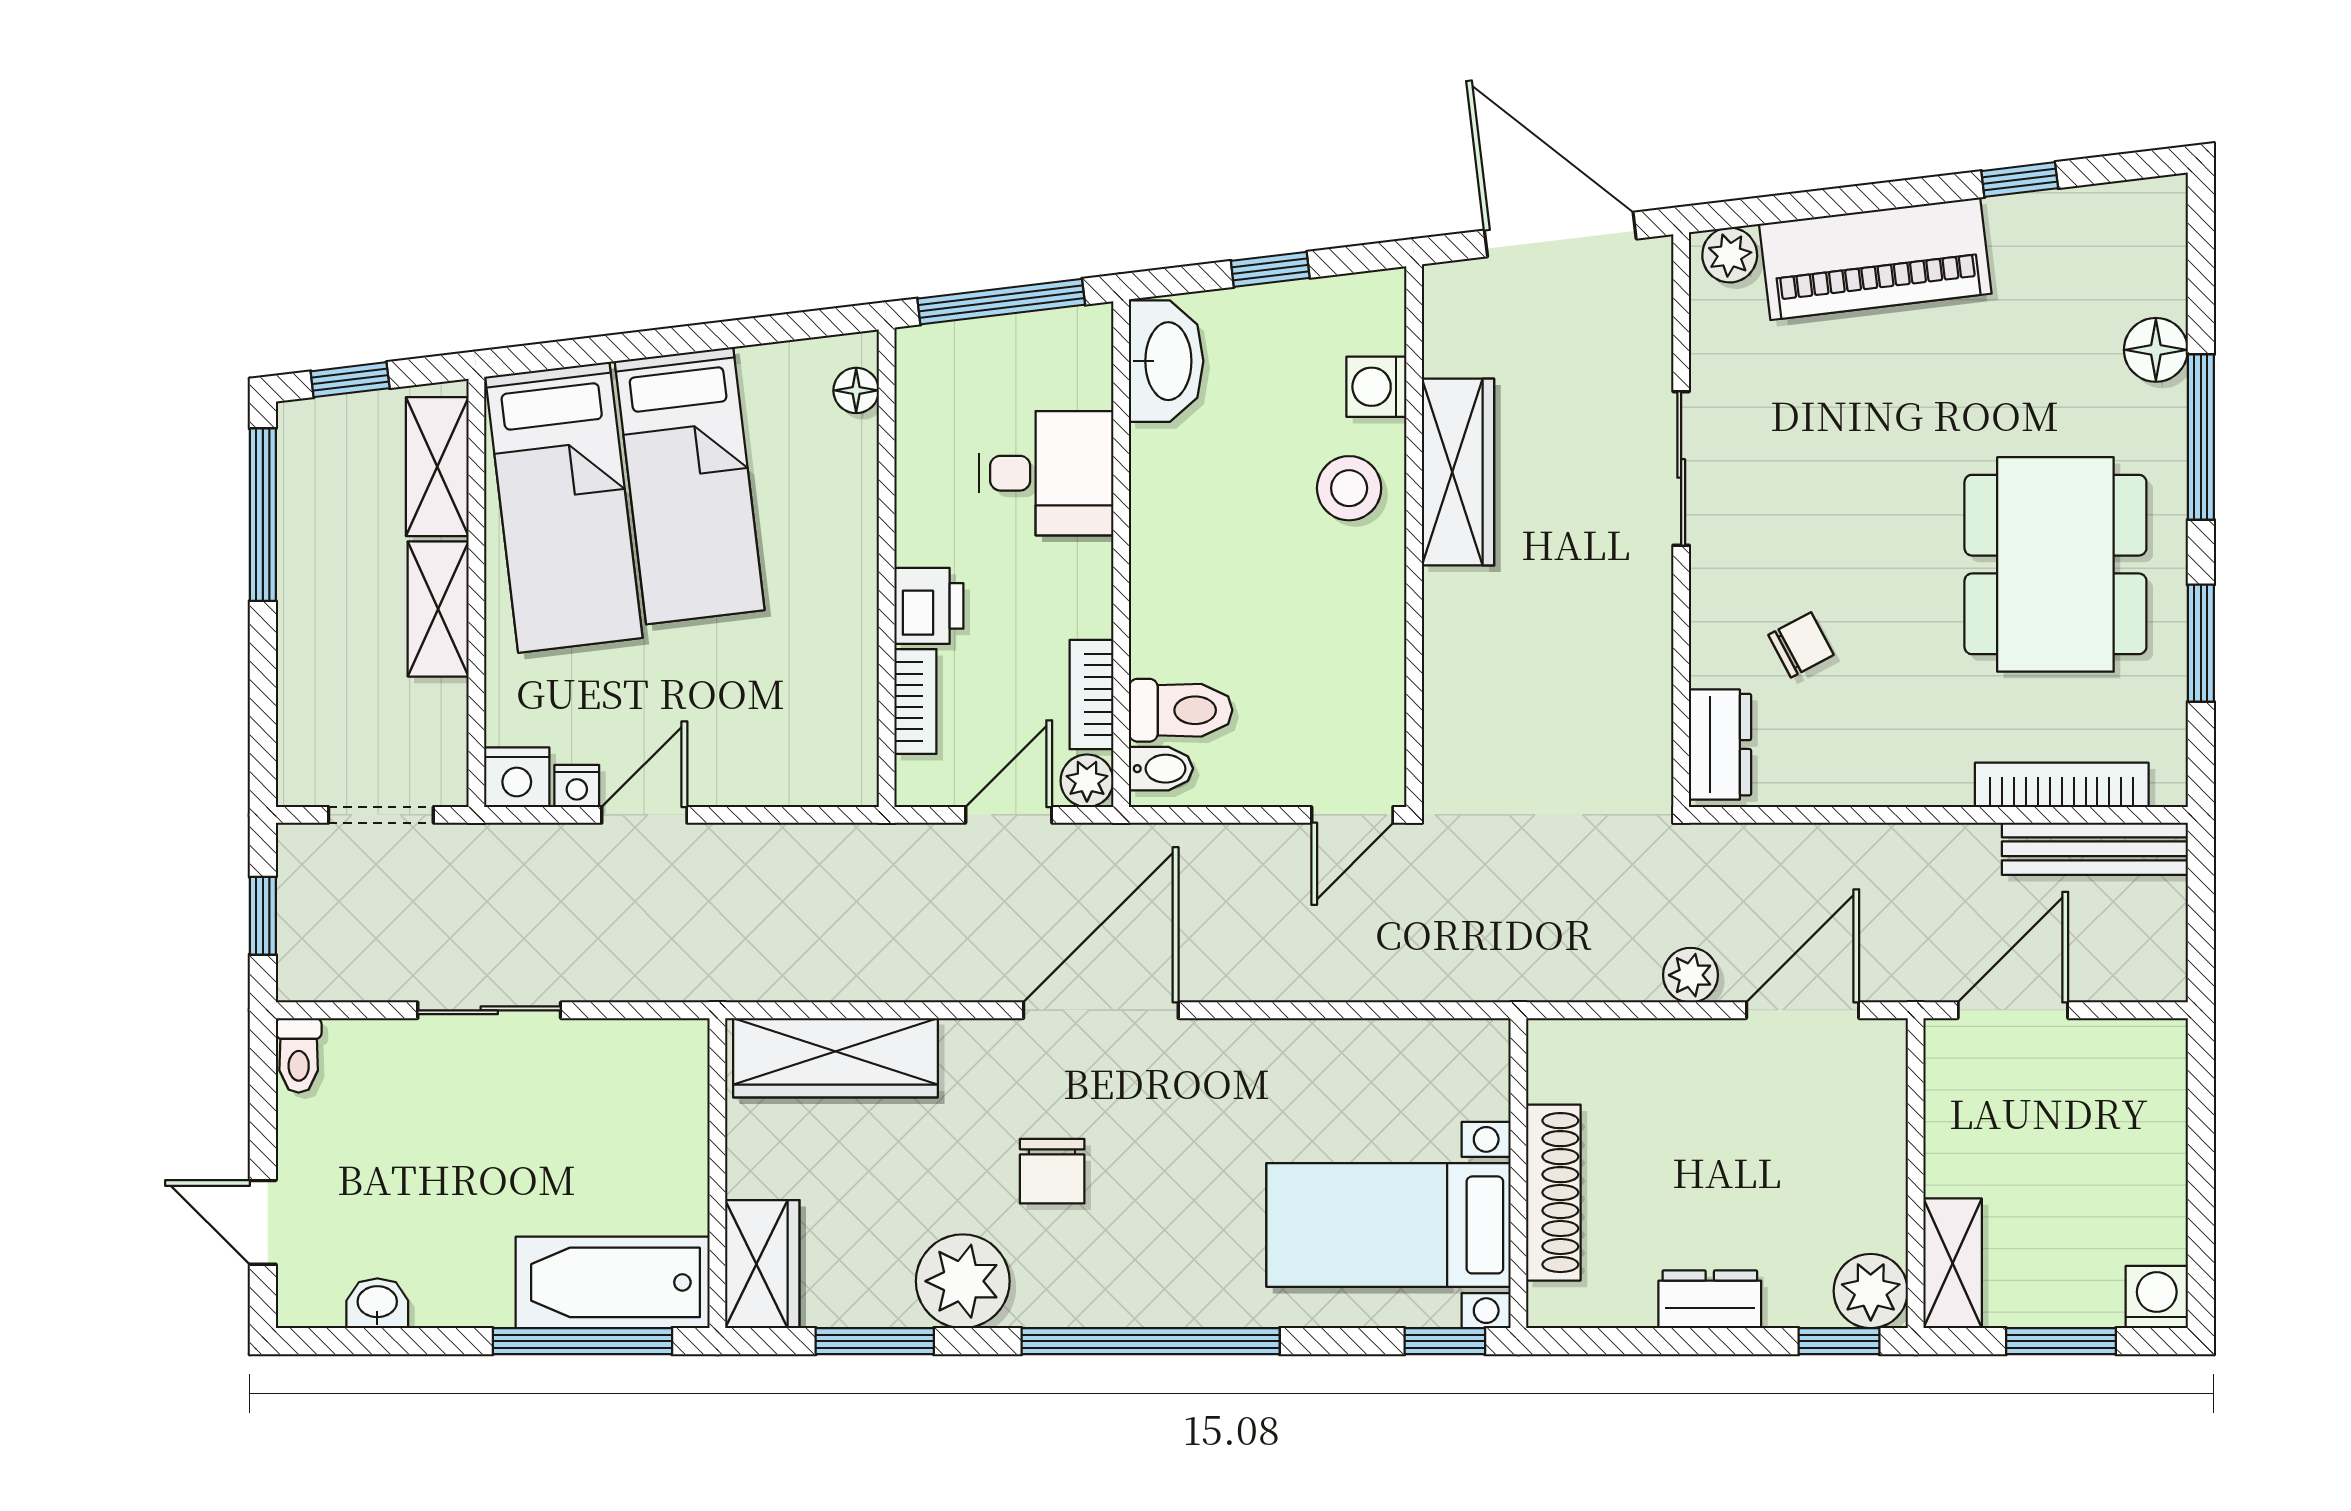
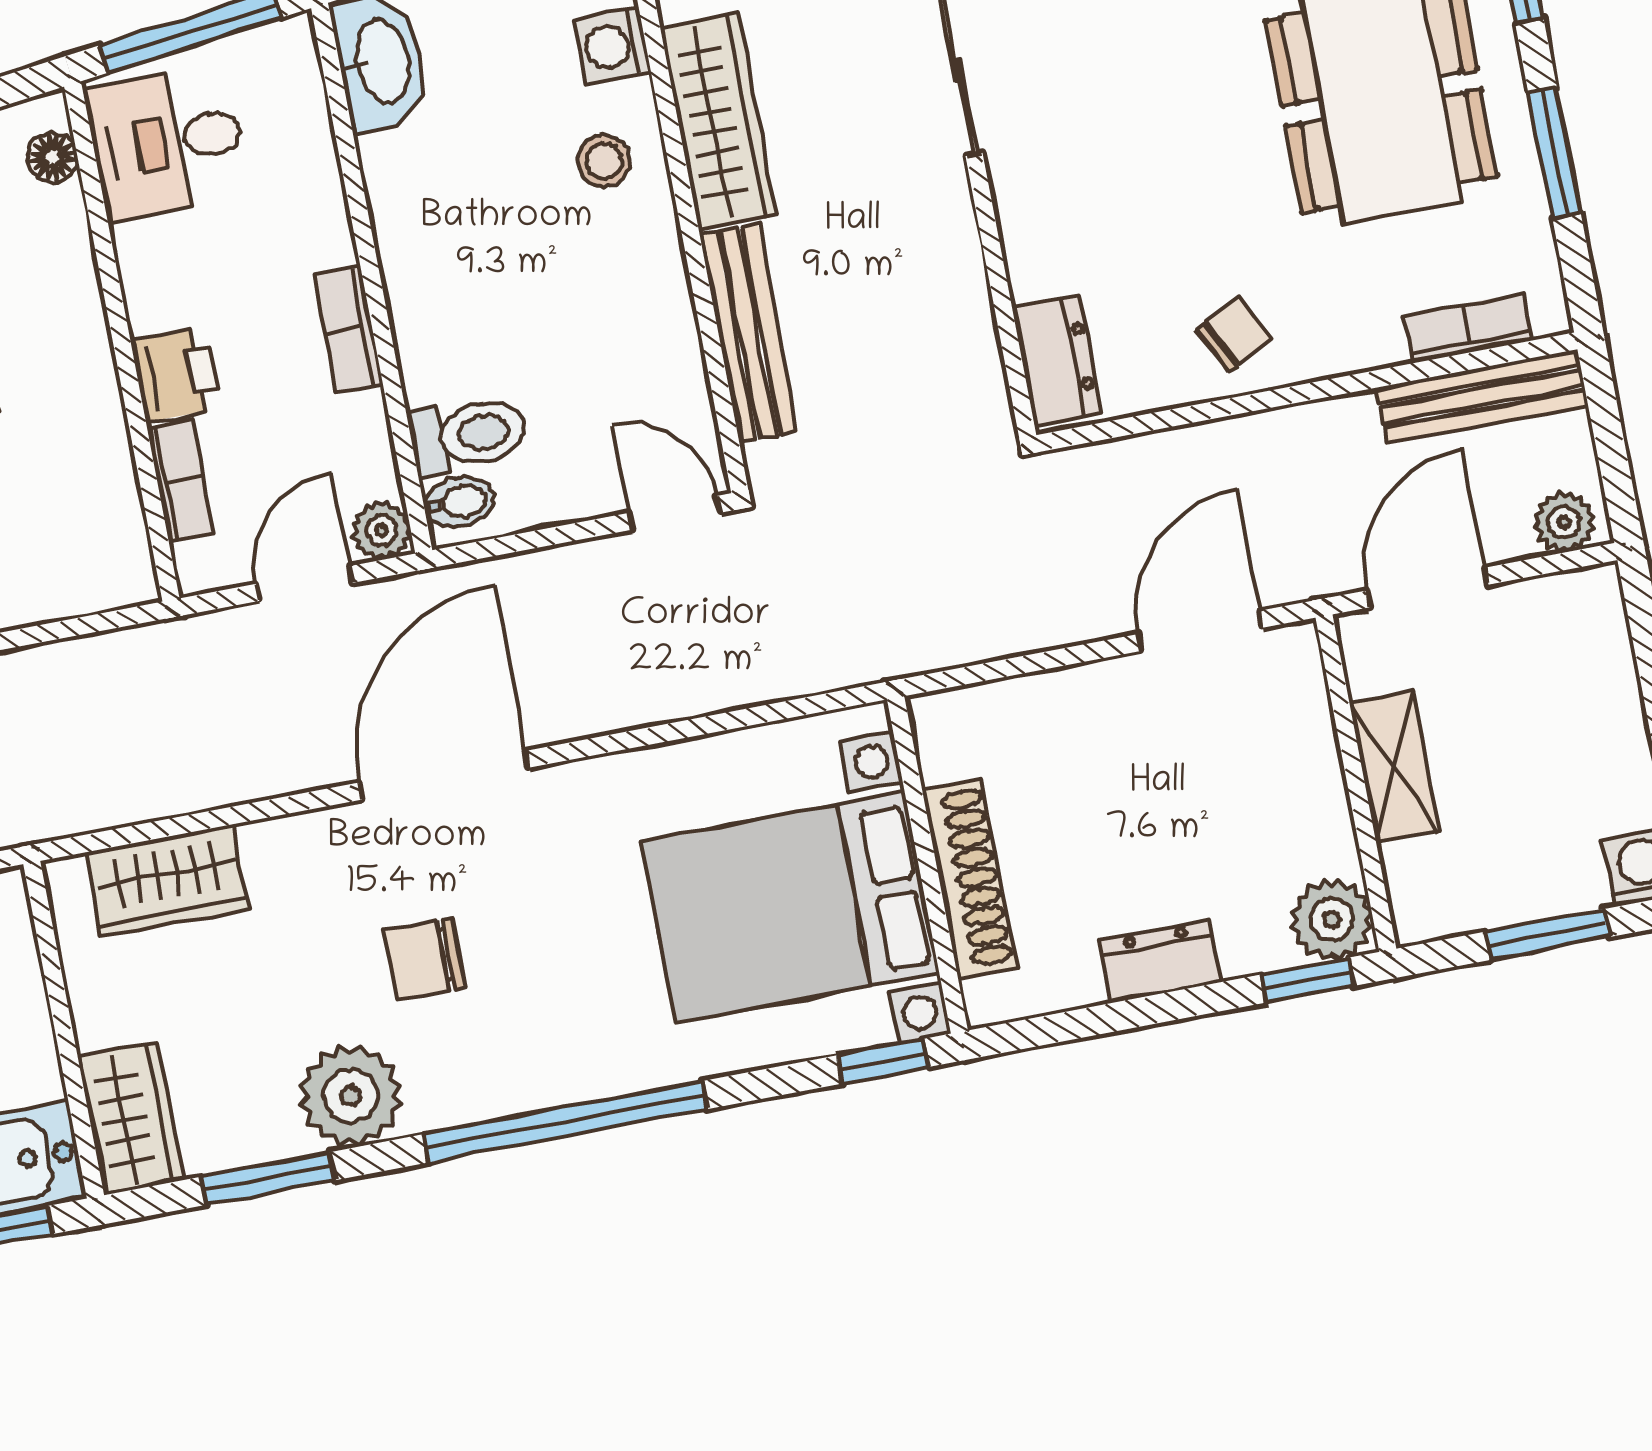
desk: (1046, 473) -> (167, 142), moved, turned 180
stool: (1349, 488) -> (604, 161), width x0.73, depth x0.73
chair: (1801, 645) -> (1234, 334), moved
bench: (1449, 667) -> (749, 333), added
bookcase: (1091, 695) -> (348, 329), moved
bookcase: (2062, 785) -> (1467, 328), width x0.64
door: (1352, 815) -> (675, 513), swing flipped
plant: (1691, 975) -> (1564, 522), moved
wardrobe: (835, 1058) -> (167, 881), width x0.67
chair: (1052, 1171) -> (424, 959), turned 90
bed with nightstands: (1389, 1225) -> (790, 907), width x1.36
shelving: (1953, 1263) -> (1394, 767), moved

